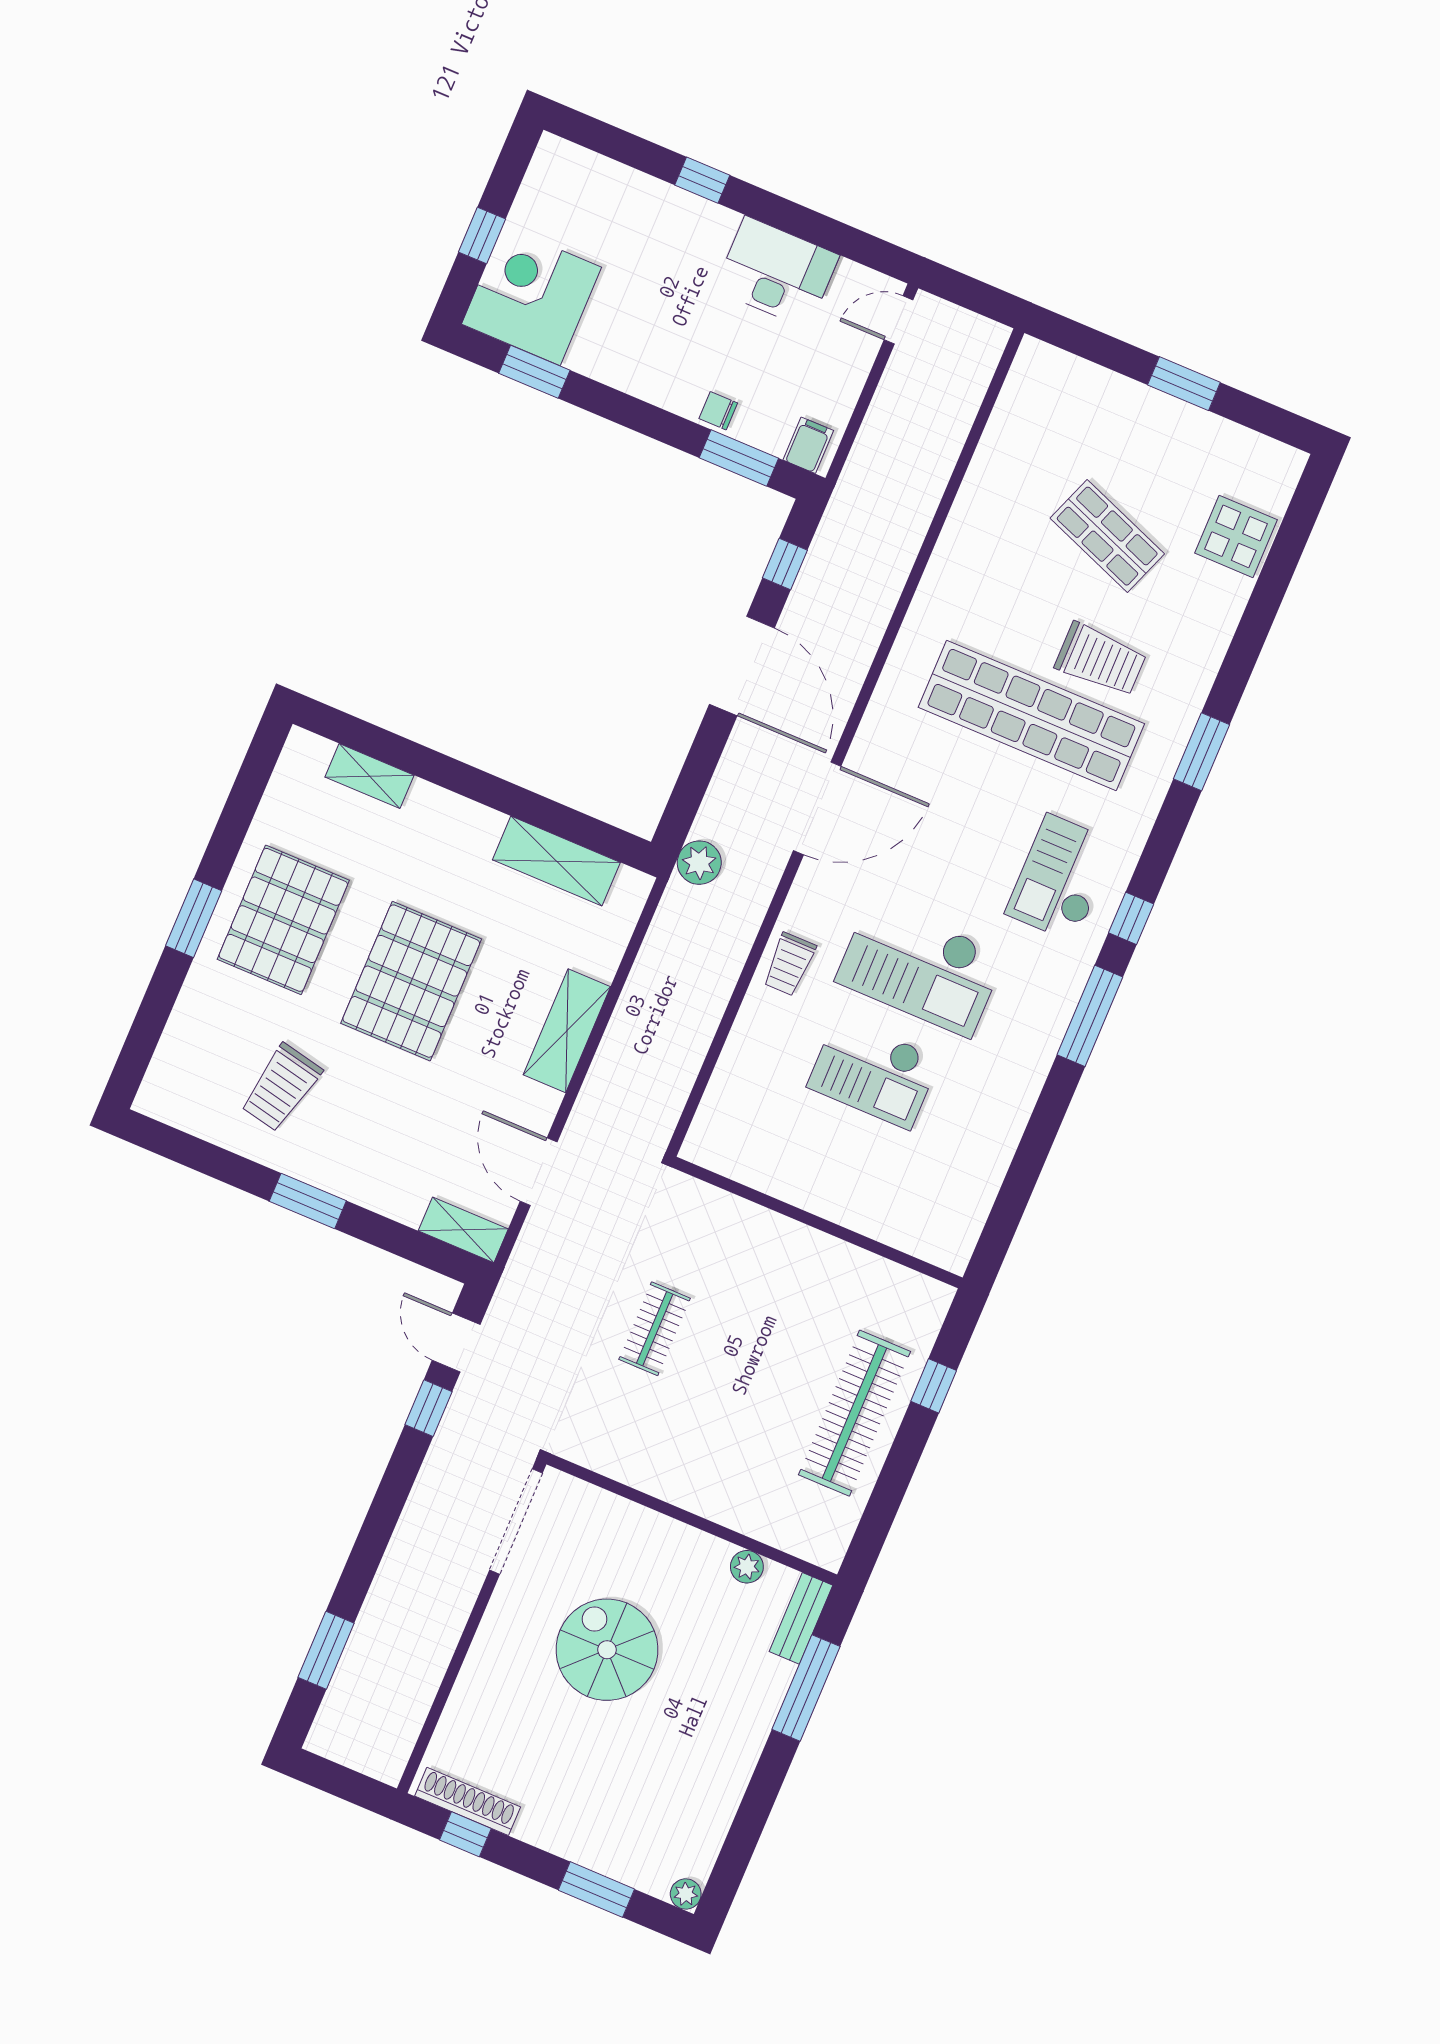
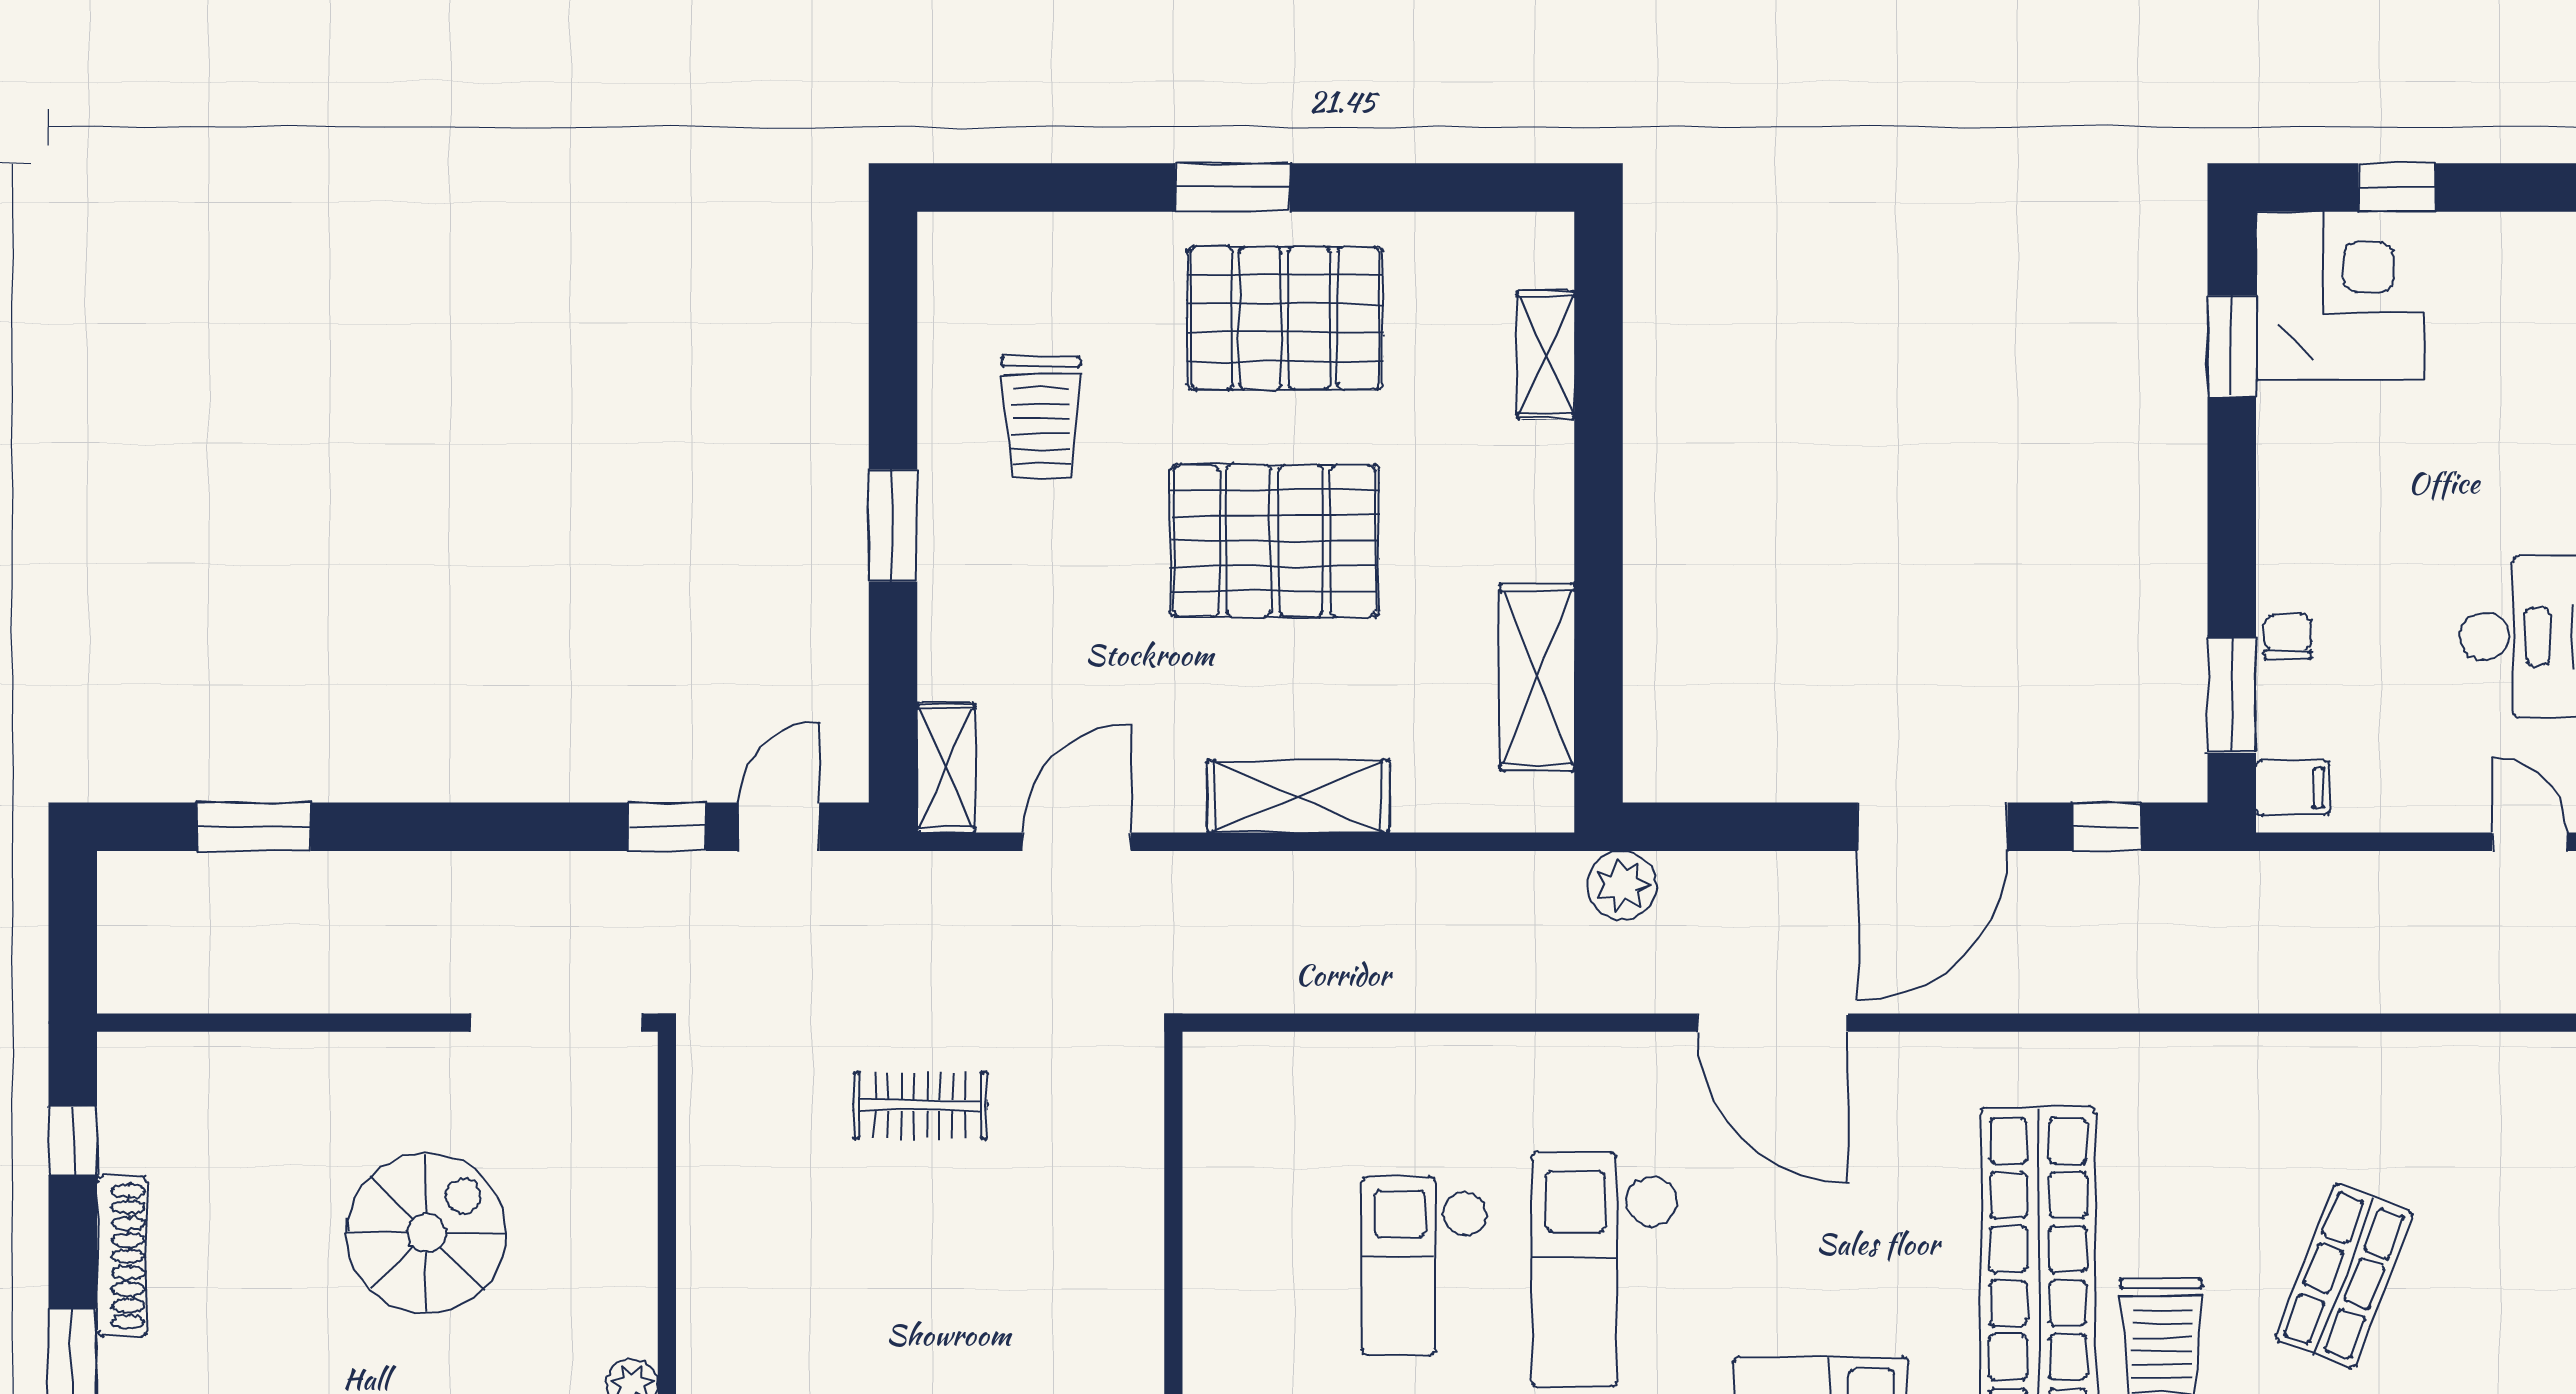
trolley: (789, 964) -> (1530, 1078), removed
trolley: (281, 1088) -> (1041, 418), turned -102
shoe rack: (468, 1801) -> (122, 1256), moved

